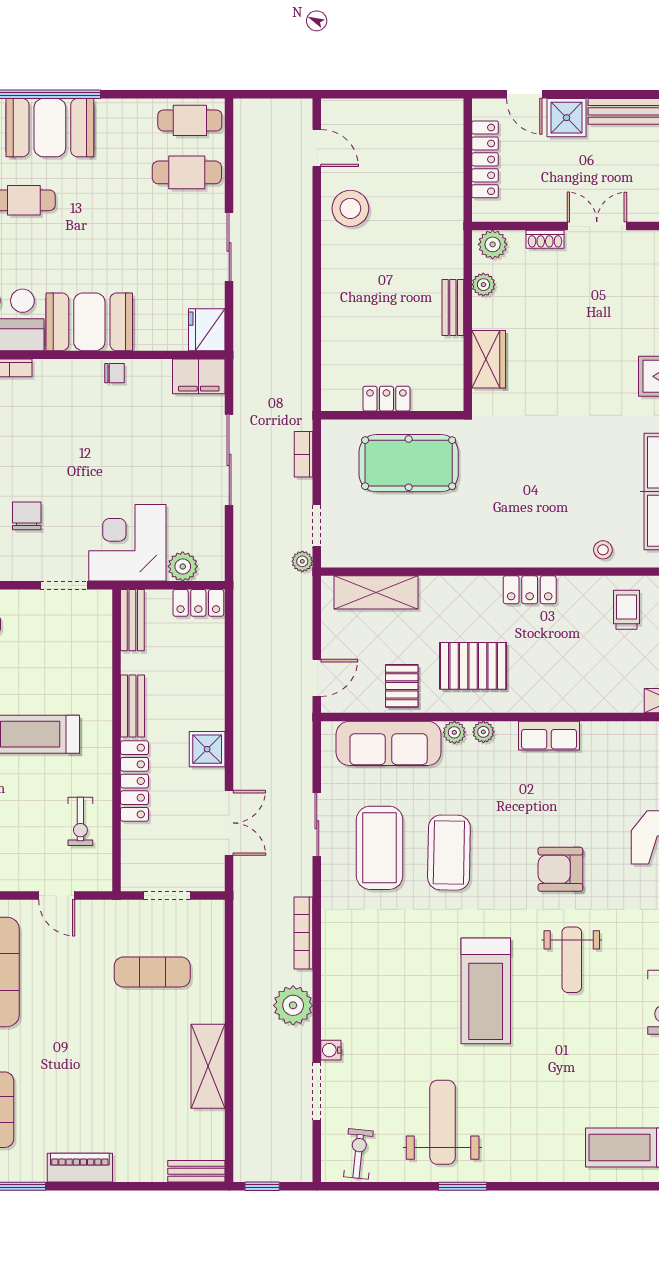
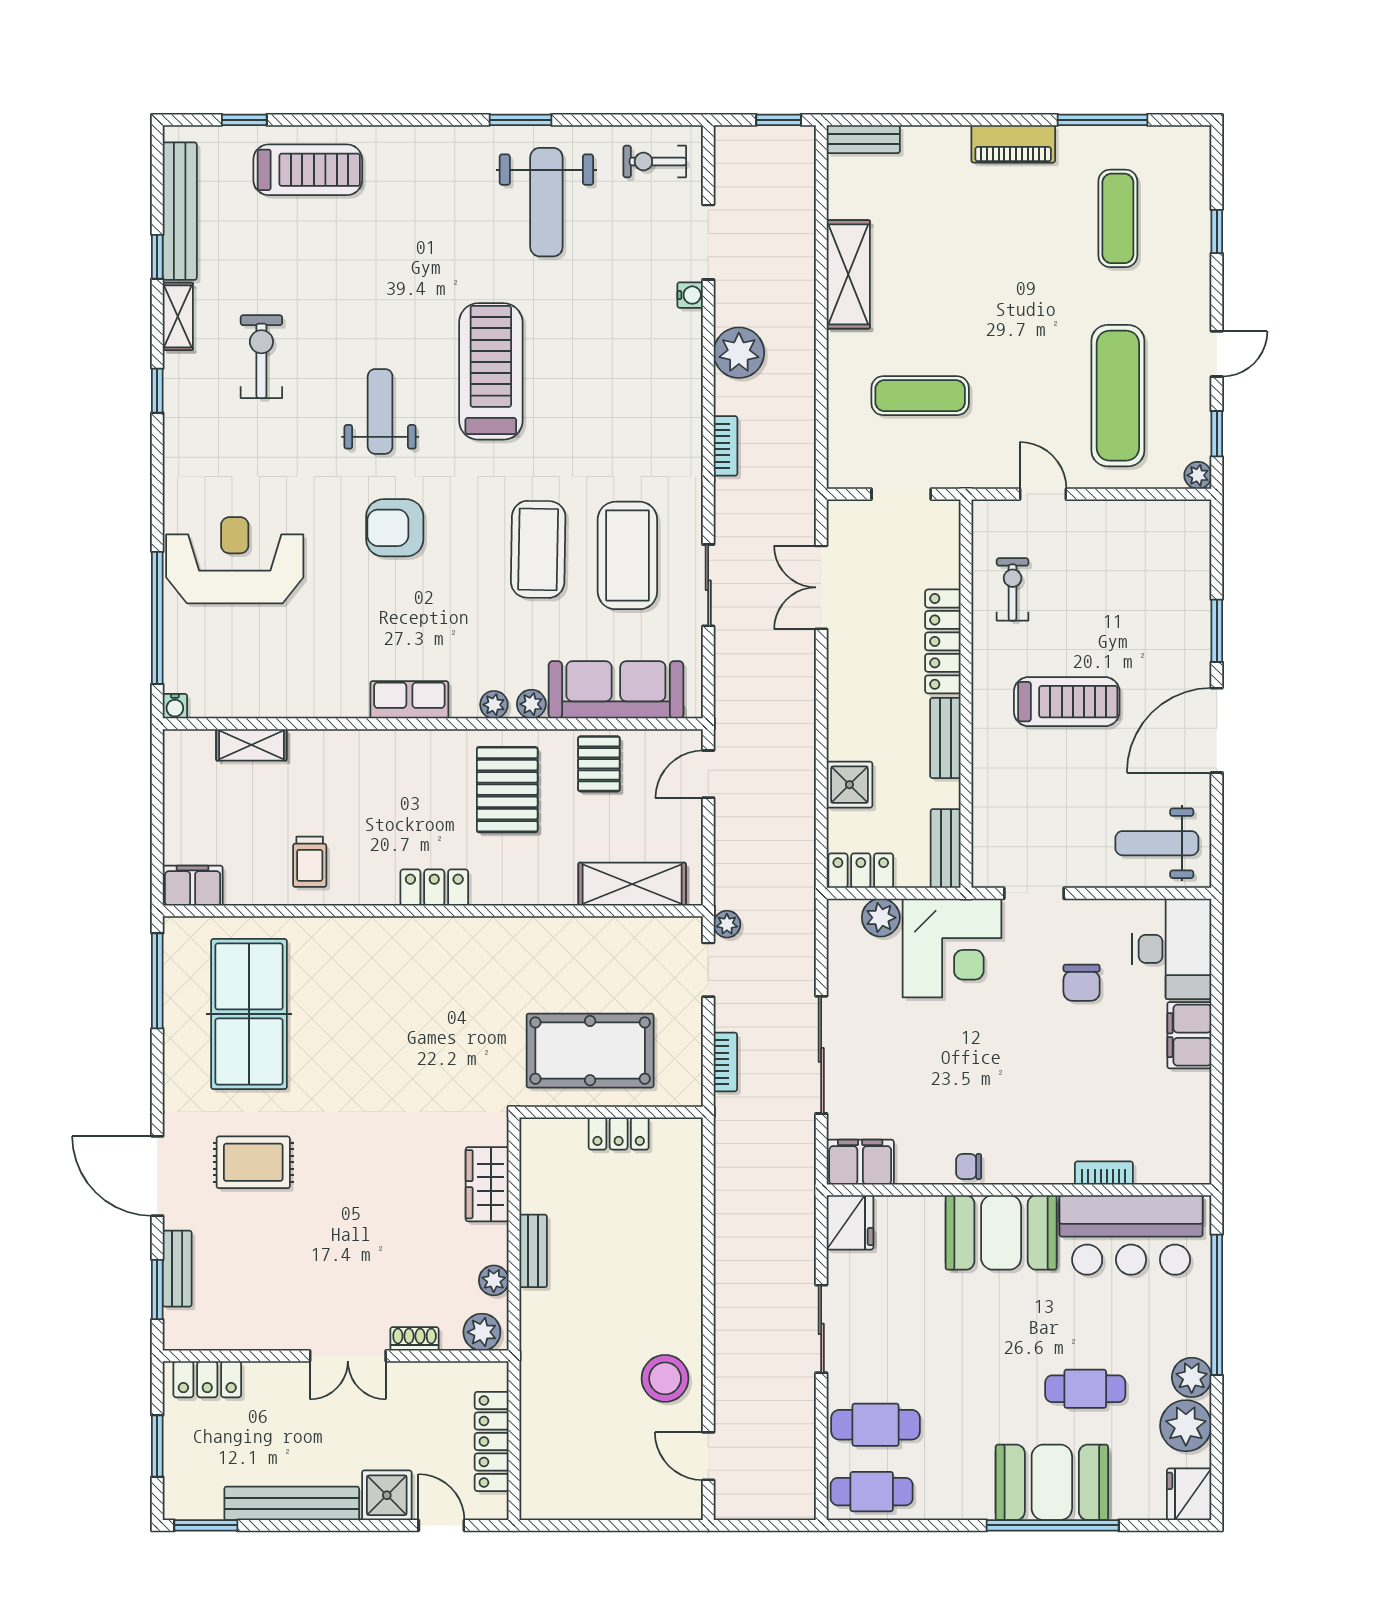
stool: (603, 550) -> (340, 939), removed
pallet: (473, 666) -> (507, 790), turned 90
shower: (207, 749) -> (849, 785), moved
armchair: (560, 869) -> (395, 528), turned 180
bookcase: (303, 933) -> (725, 446), width x0.64
exercise bike: (358, 1154) -> (655, 162), turned 84

